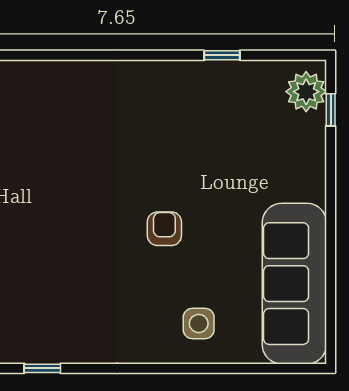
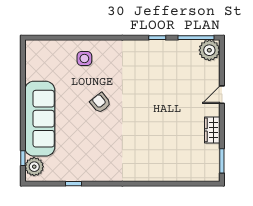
armchair: (164, 229) -> (100, 103), turned 141
sofa: (294, 284) -> (40, 119), moved

